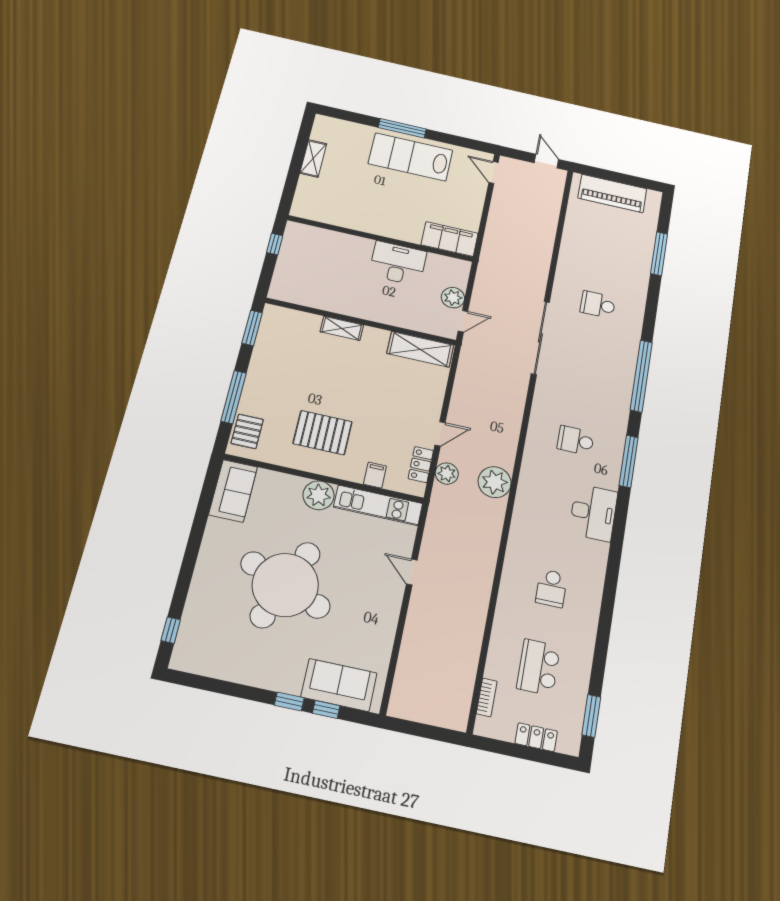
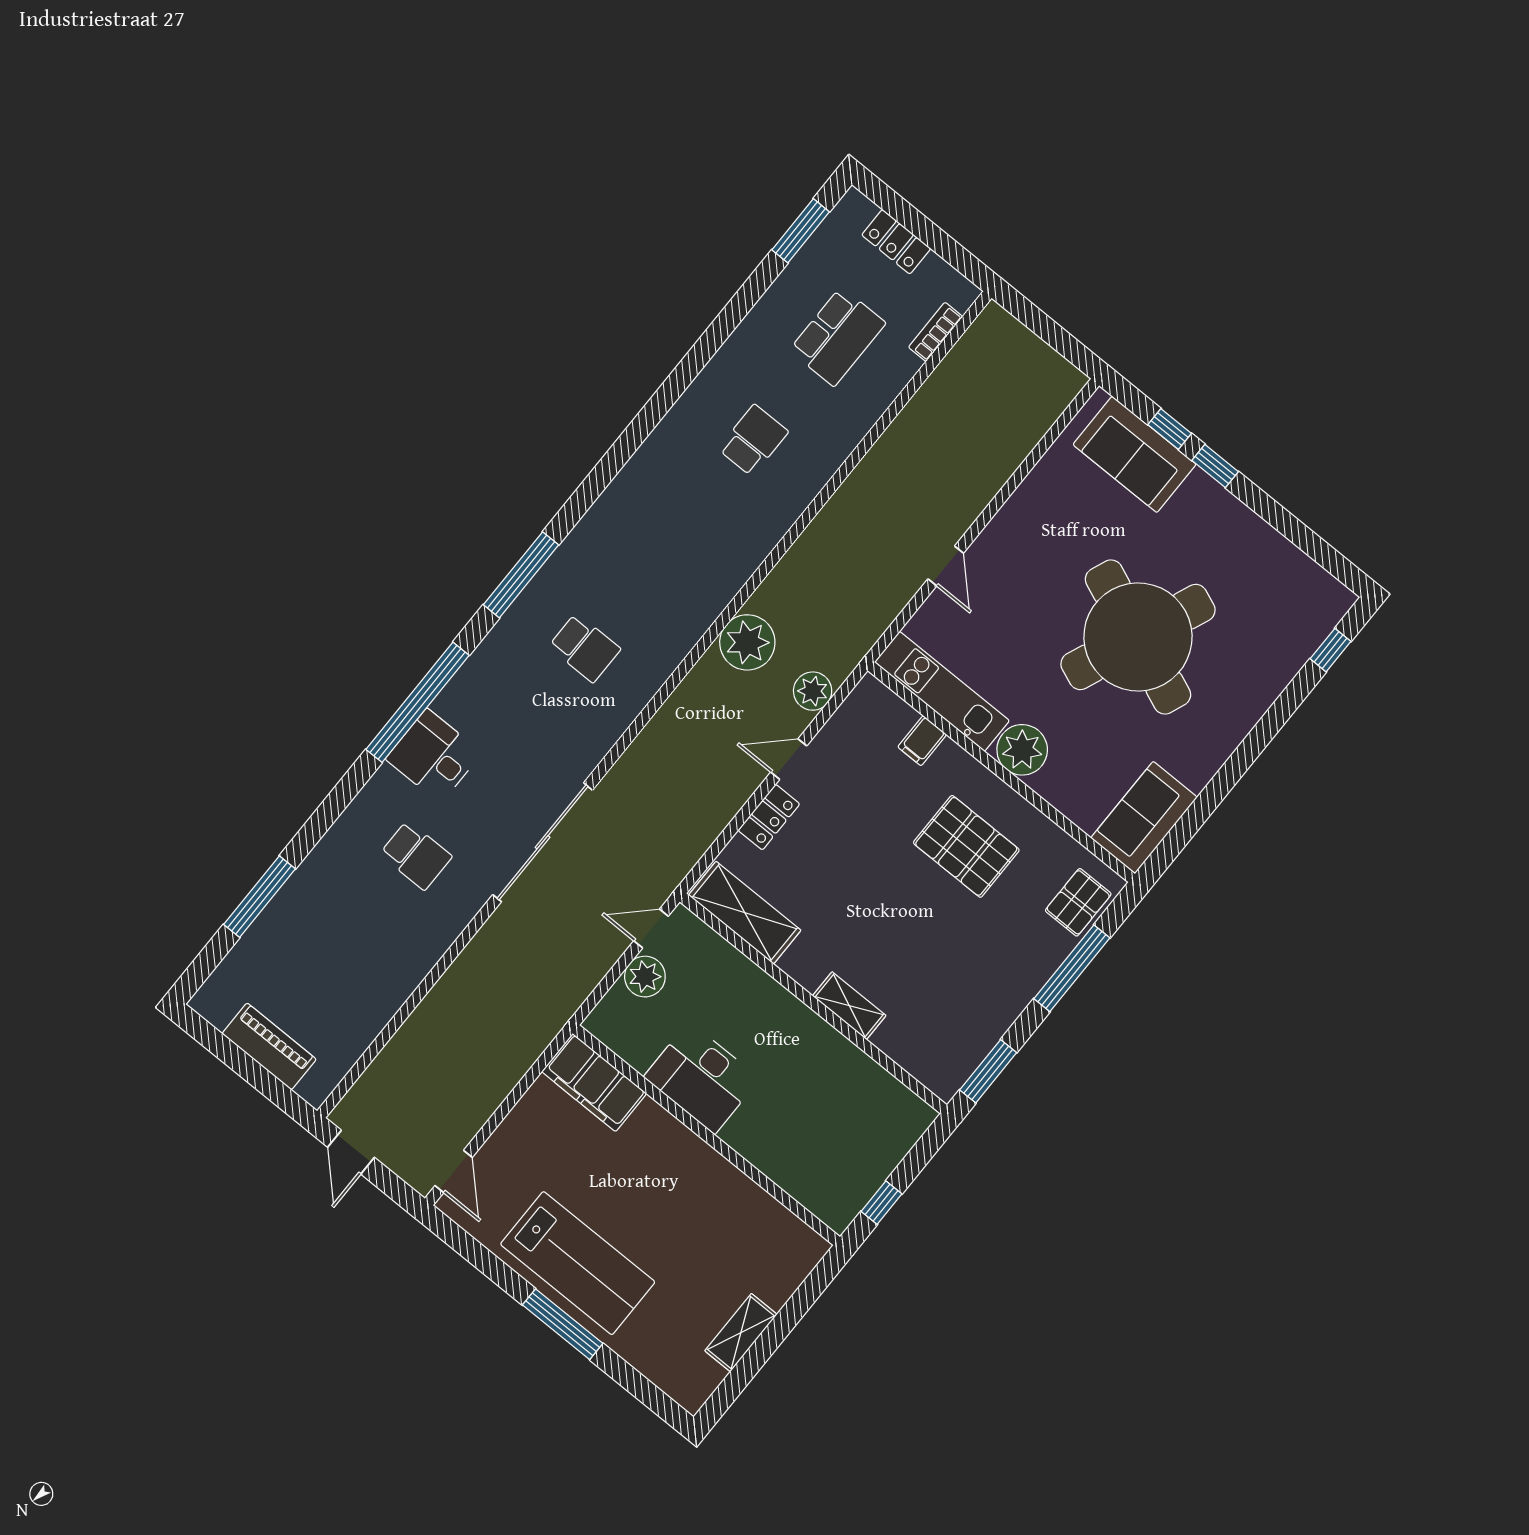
piano: (612, 193) -> (269, 1046), width x0.73, depth x0.75
locker: (421, 465) -> (769, 817), moved
desk: (593, 513) -> (434, 756), moved, width x0.73

